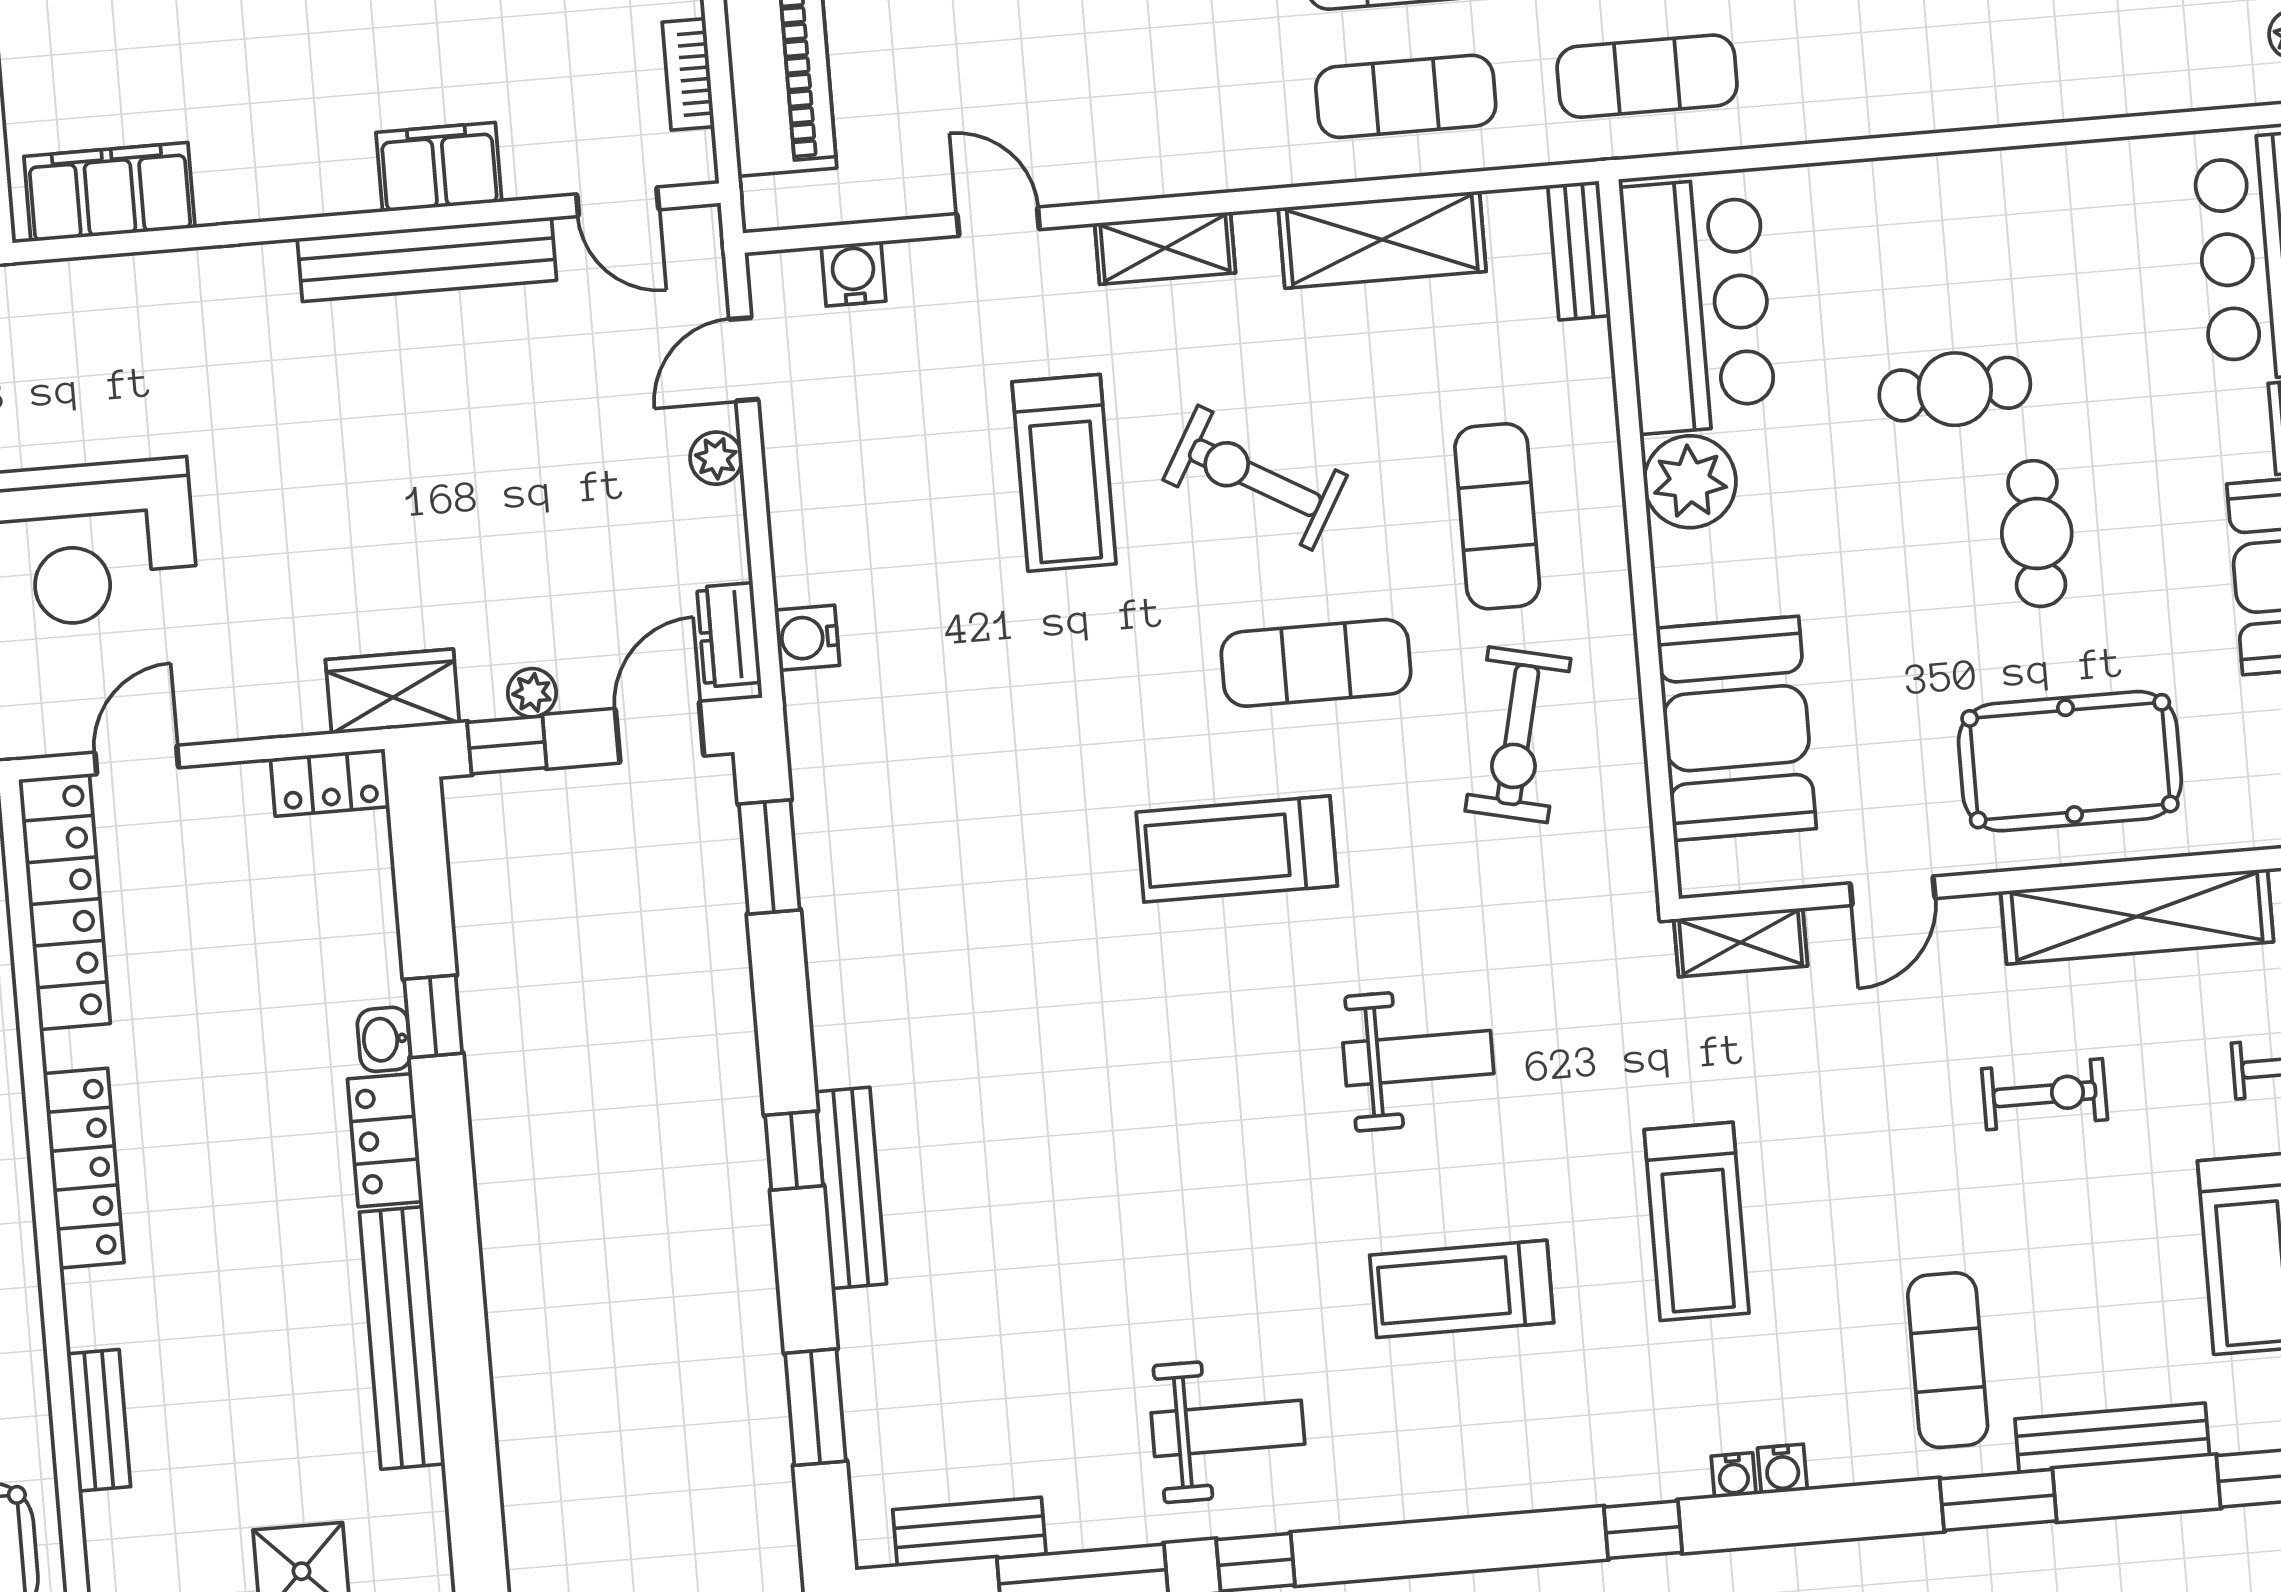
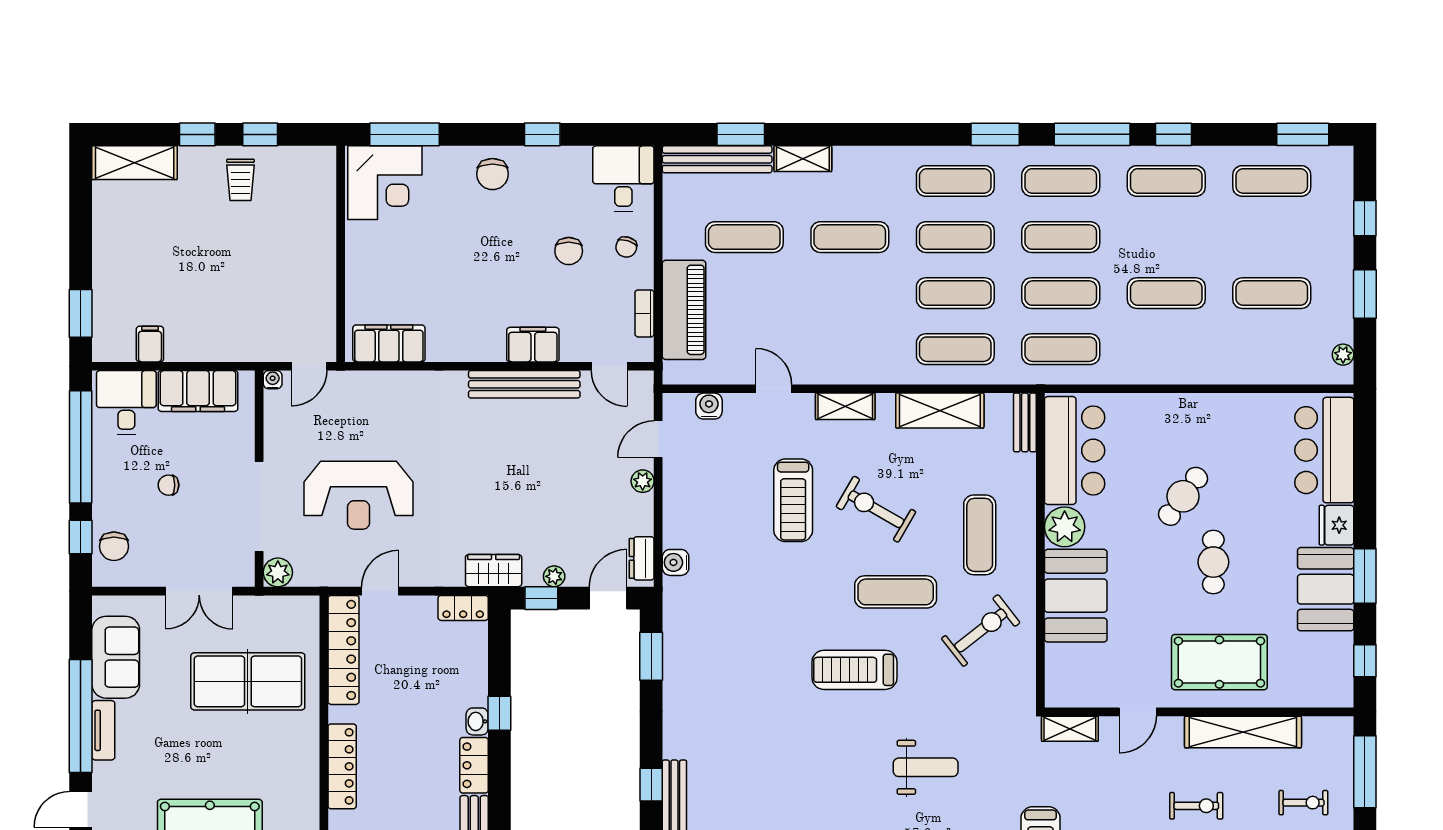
cafe table: (1955, 389) -> (1183, 496), turned -52
booth: (1736, 728) -> (1076, 596), moved
exercise bike: (1518, 735) -> (981, 630), turned -141

